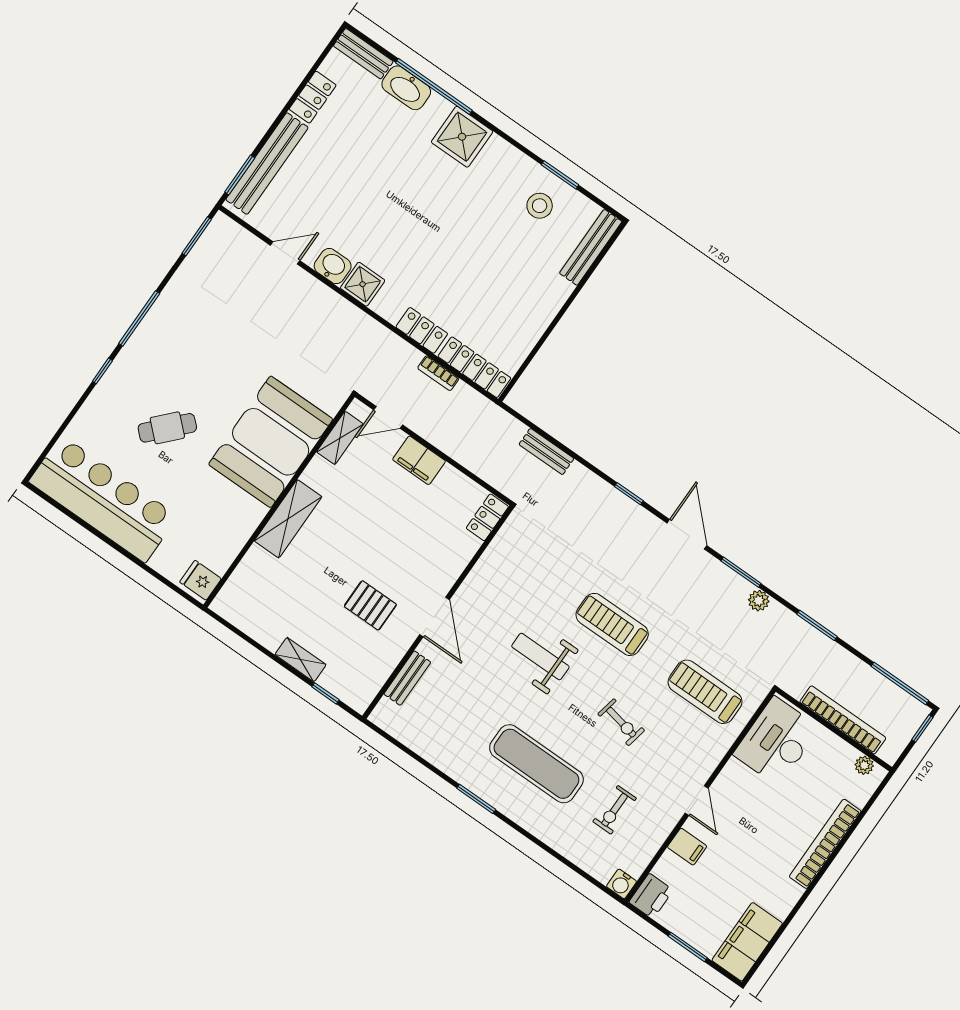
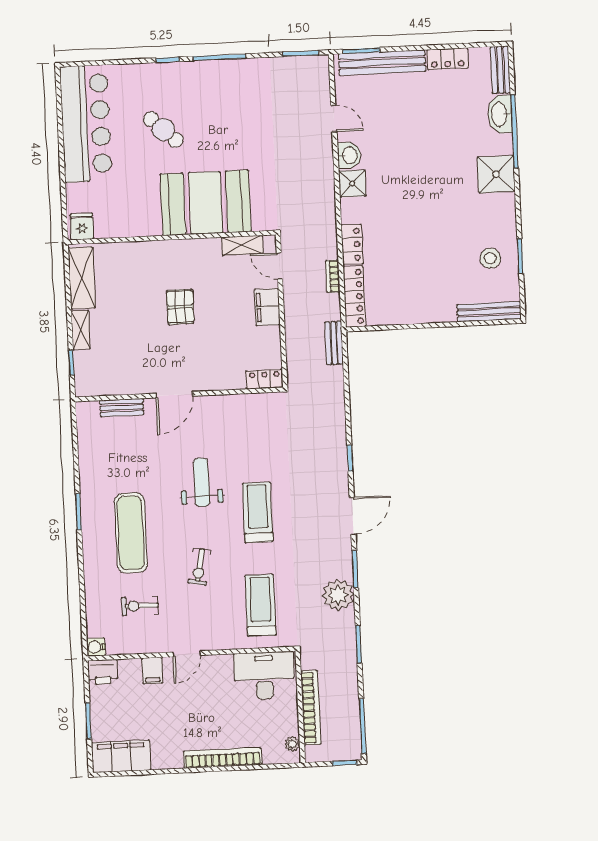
bench: (546, 451) -> (334, 343), moved
shelving: (288, 519) -> (82, 278), moved, turned 90
plant: (759, 601) -> (338, 595), width x1.88, depth x1.88
pallet: (370, 605) -> (180, 307), moved

